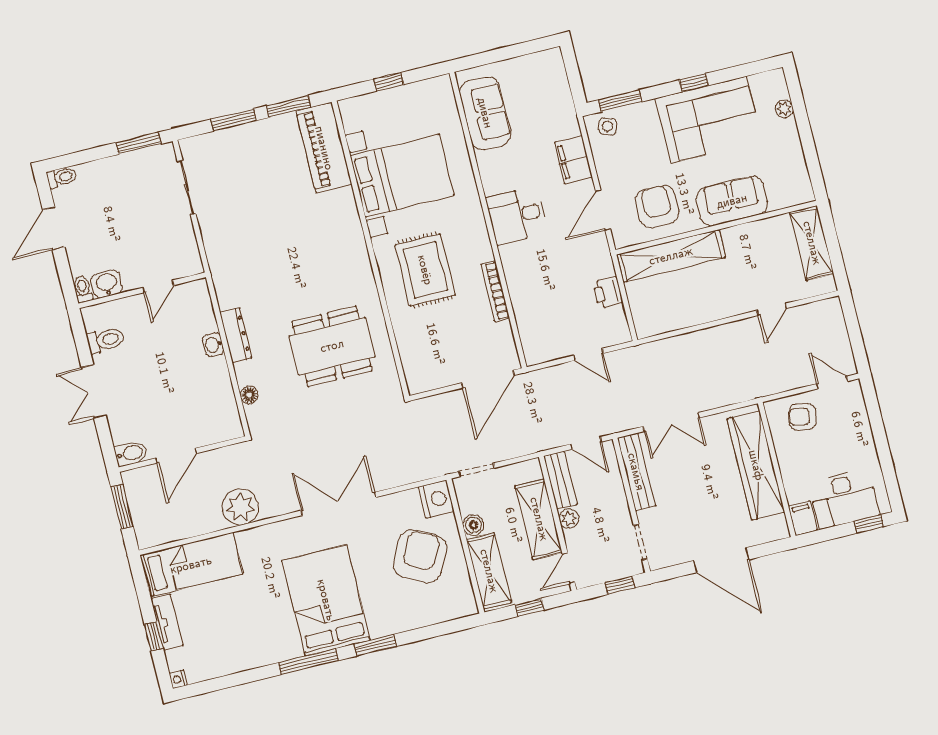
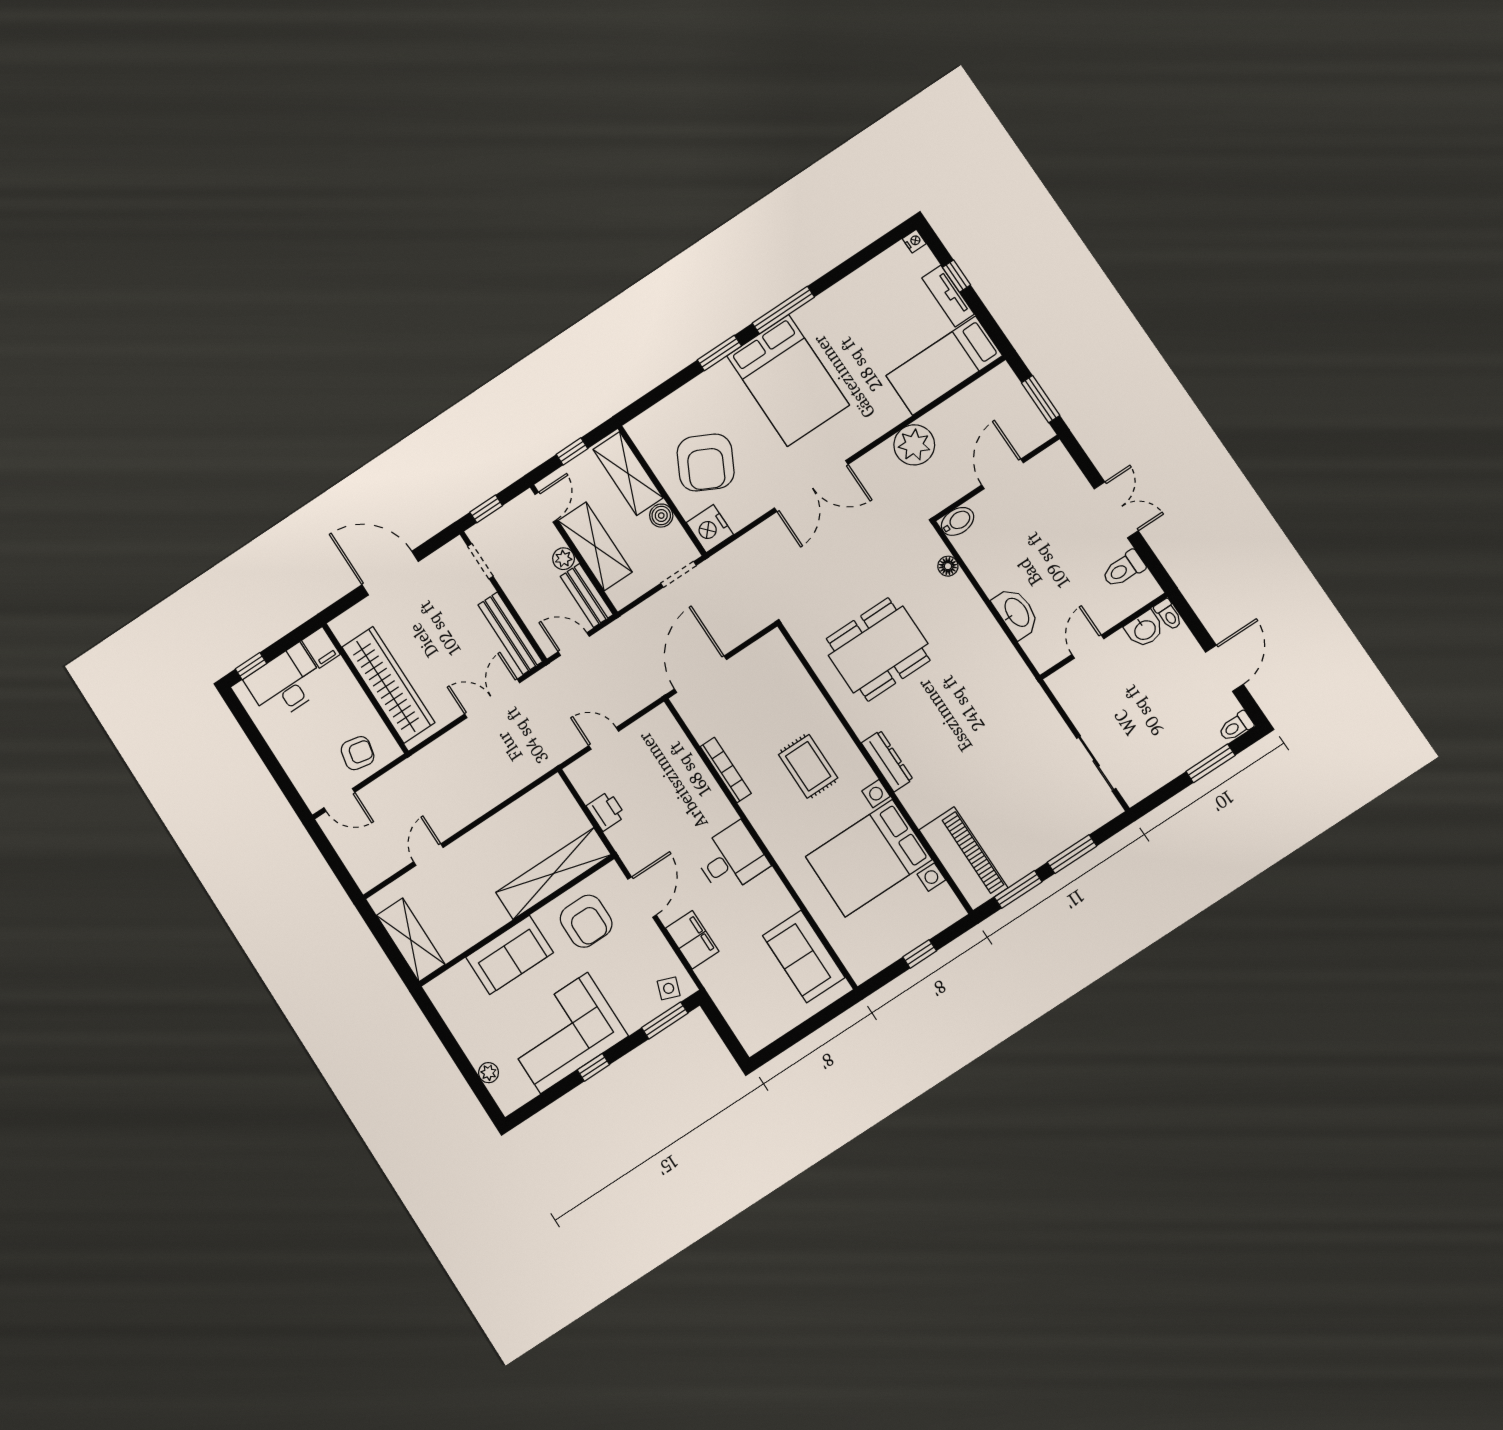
window: (139, 143) -> (1211, 763), moved
rug: (425, 270) -> (808, 766), width x0.73, depth x0.70
dresser: (236, 335) -> (887, 761), moved, turned 180
washbasin: (213, 345) -> (1016, 613), width x1.91, depth x1.45
bidet: (131, 453) -> (958, 521), moved, turned 180

